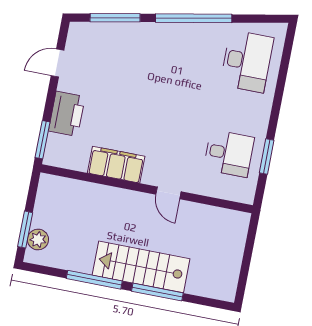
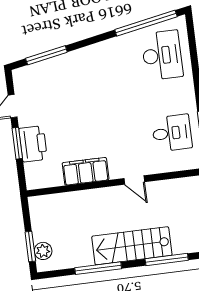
window: (194, 18) -> (146, 23), moved
window: (43, 140) -> (17, 143), moved
window: (157, 292) -> (167, 260), moved

